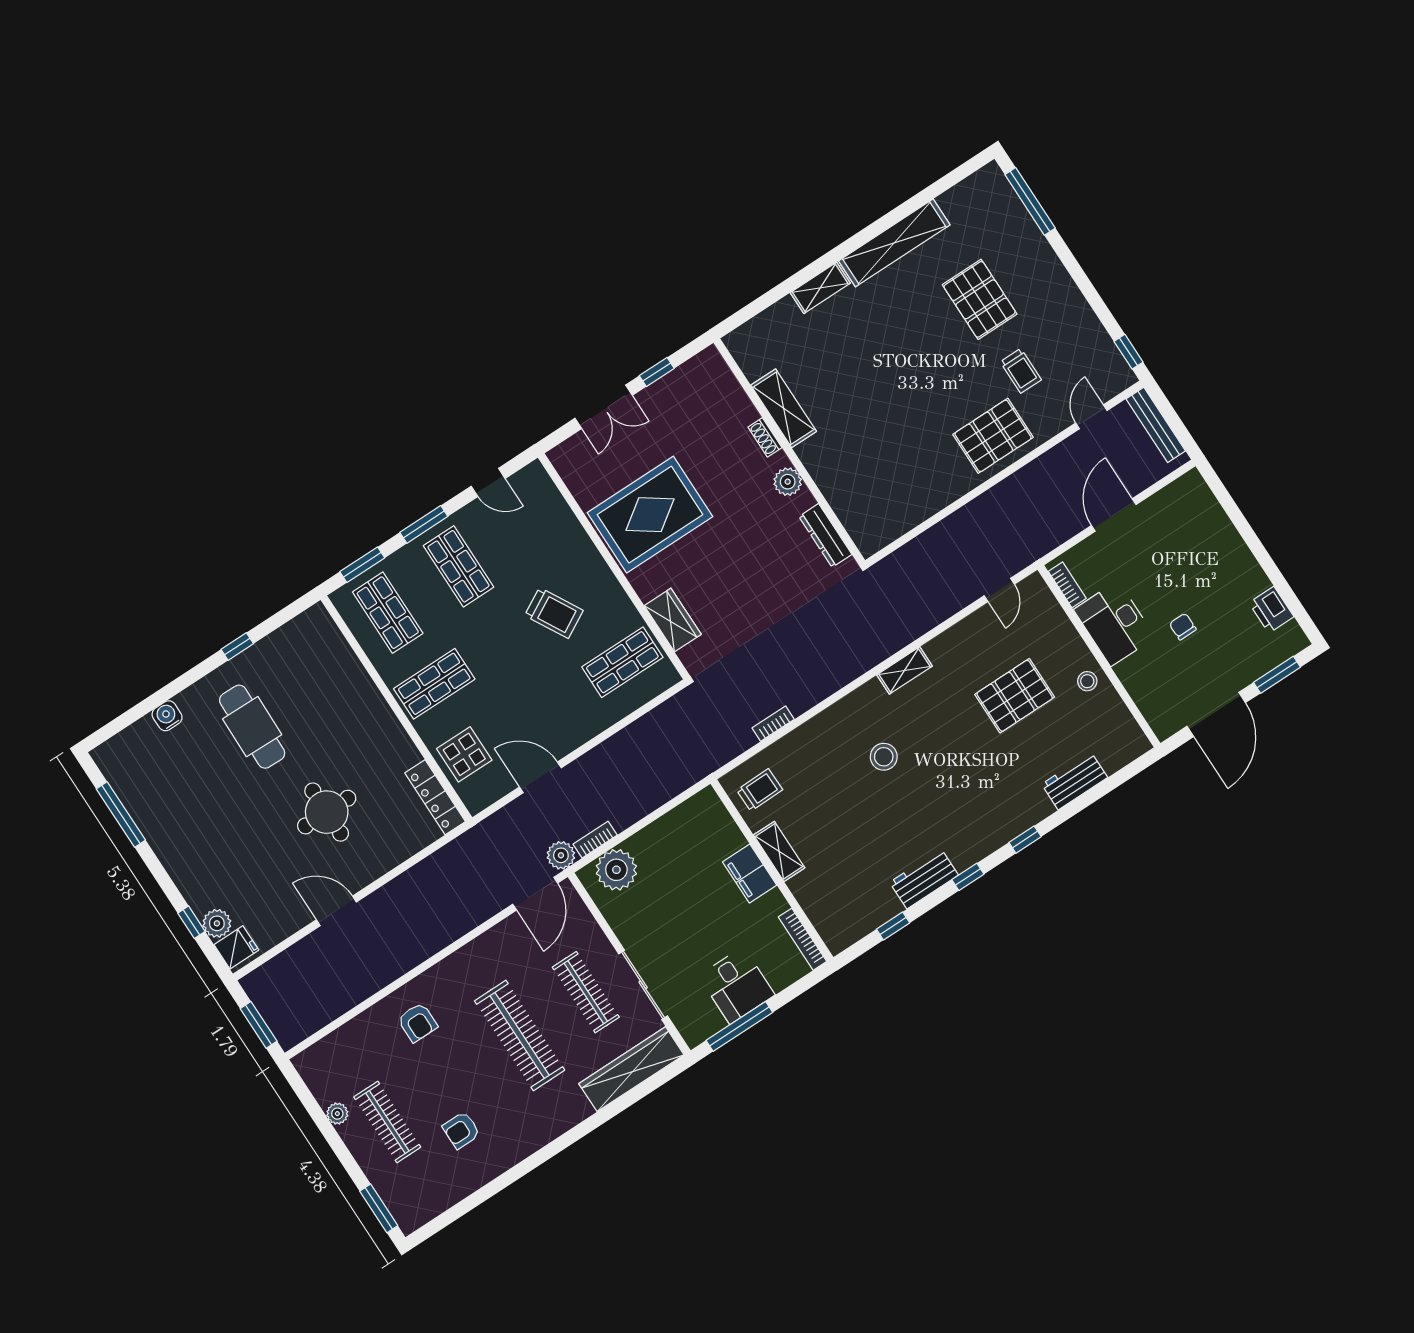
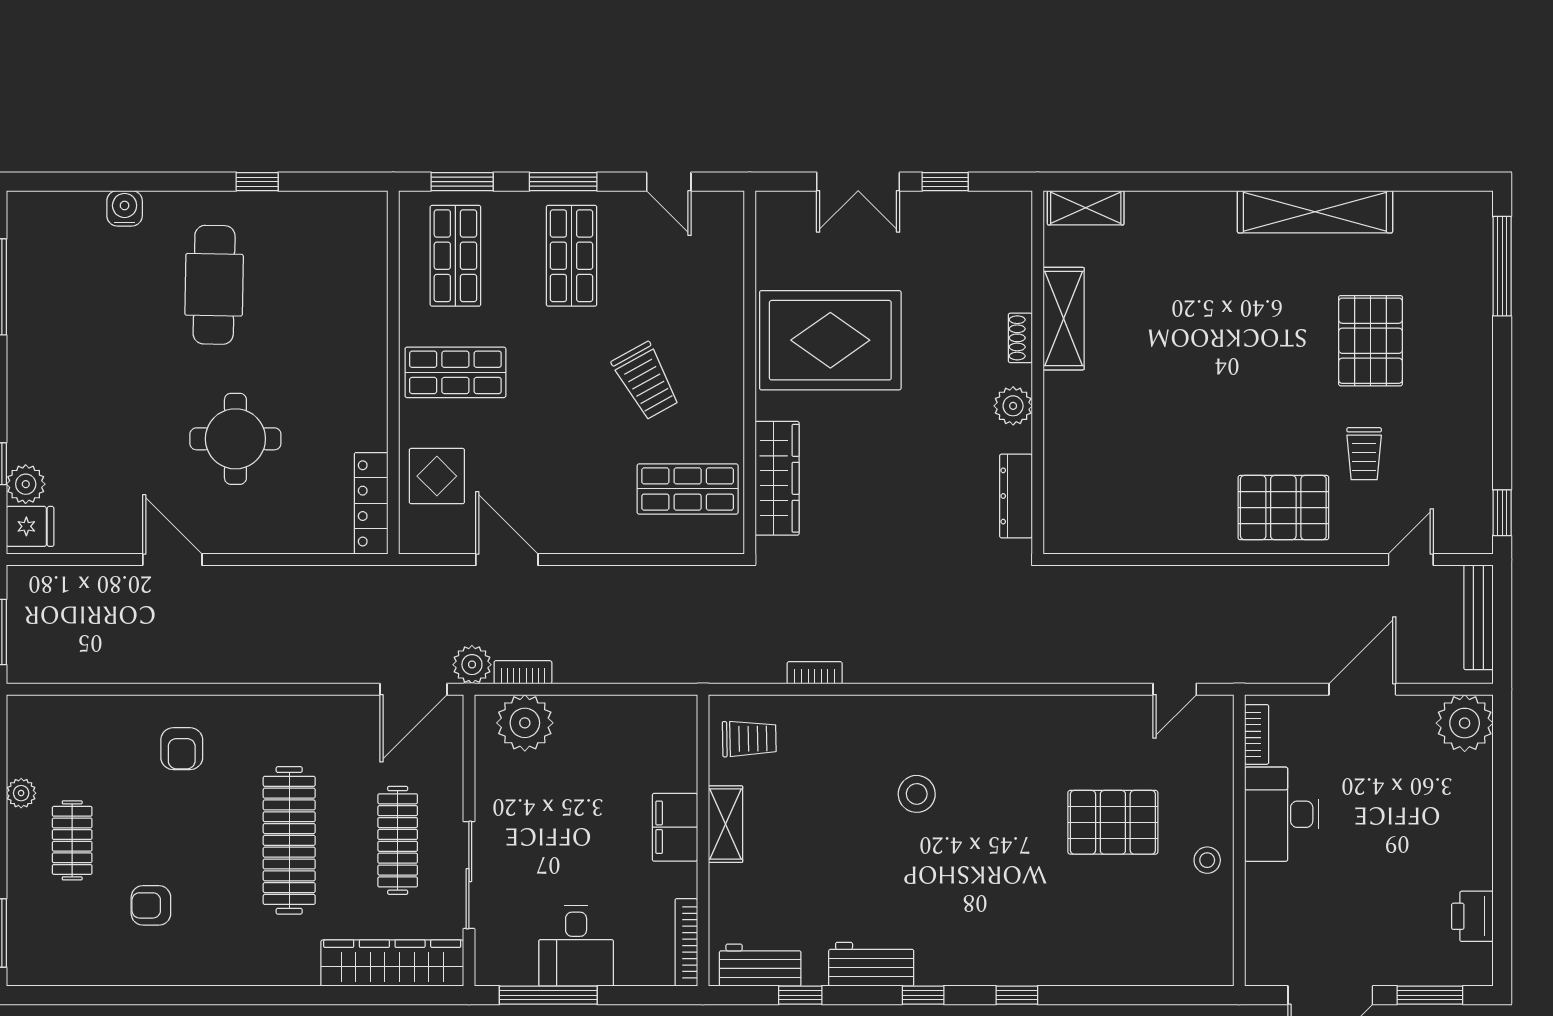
shelving: (820, 288) -> (1086, 208), moved
plant: (1190, 495) -> (1465, 723), added
wardrobe: (673, 620) -> (777, 478), width x1.50
chair: (1183, 627) -> (1358, 869), removed
shelving: (904, 670) -> (1005, 710), removed
workbench: (1075, 781) -> (760, 965), moved
clothes rail: (387, 1122) -> (72, 840), width x0.73

